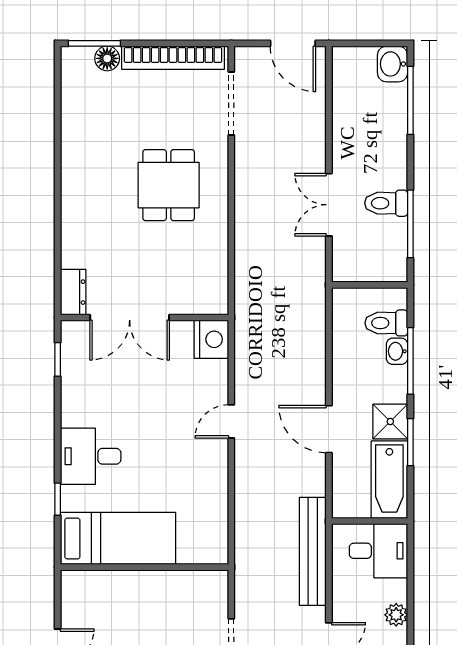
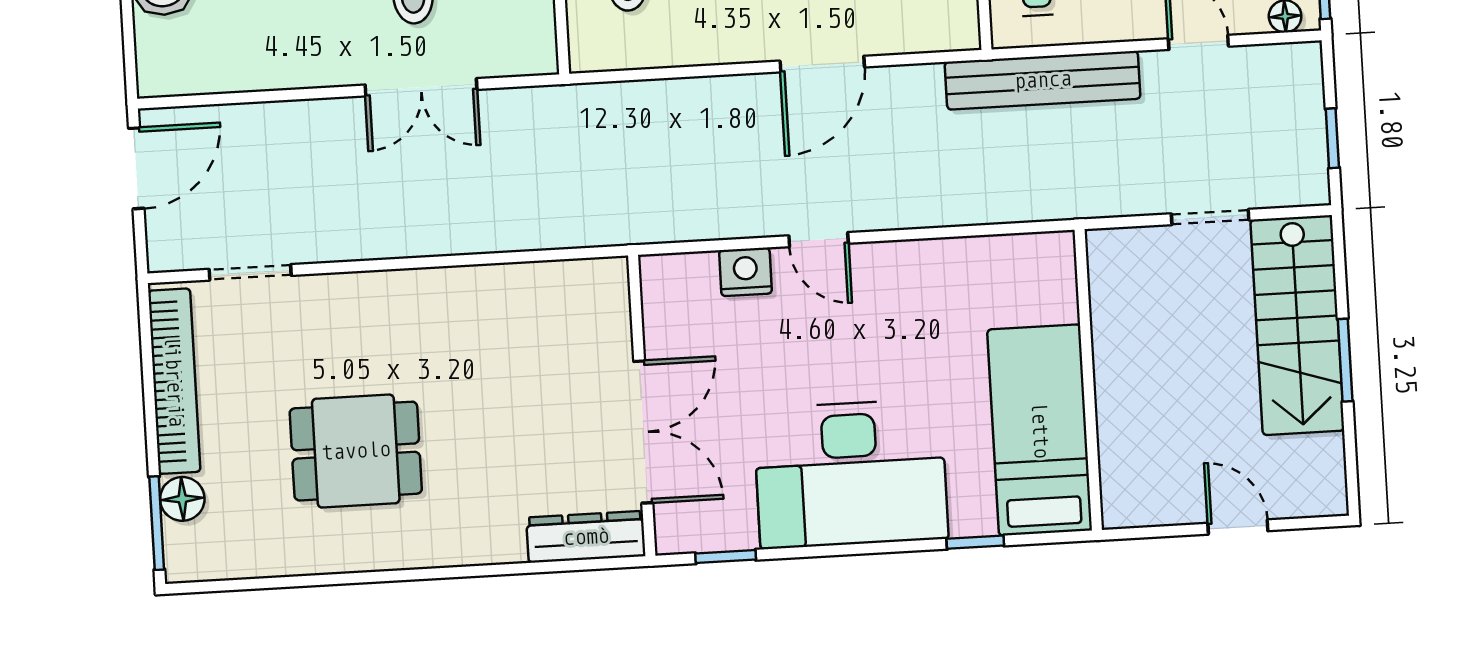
doorway: (231, 104) -> (250, 272), width x0.73
dining table: (169, 185) -> (356, 451), moved
dresser: (73, 292) -> (586, 537), width x1.44
nightstand: (211, 339) -> (745, 272), moved, width x0.74, depth x0.75
desk: (91, 456) -> (851, 474), width x1.87, depth x1.30

